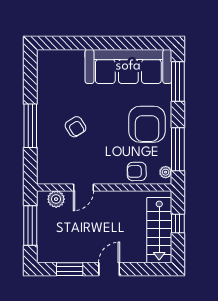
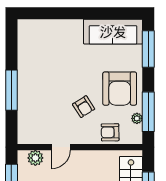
sofa: (128, 66) -> (113, 32), width x0.74, depth x0.79
armchair: (76, 127) -> (84, 107), moved
plant: (166, 172) -> (137, 118), moved

